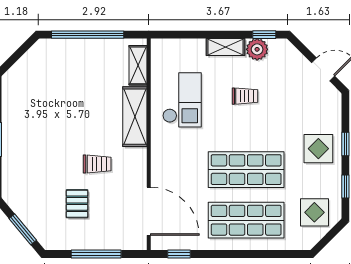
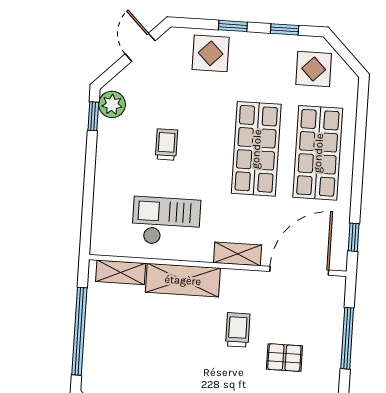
shelving: (226, 47) -> (238, 254), moved, turned 90
plant: (257, 49) -> (112, 104), moved
display table: (318, 149) -> (211, 53), moved

